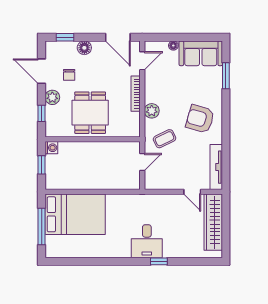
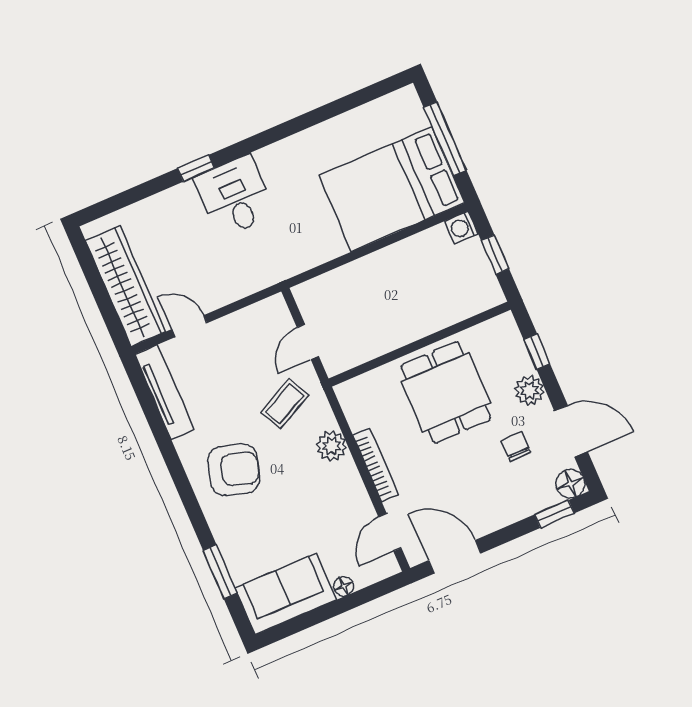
floor lamp: (84, 48) -> (570, 484), moved
washing machine: (51, 148) -> (462, 228), moved

